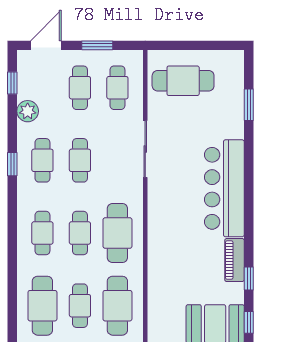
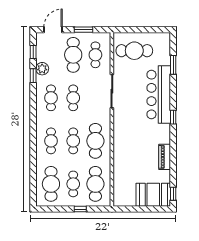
cafe table: (80, 88) -> (73, 55), width x1.37, depth x1.35
window: (12, 164) -> (33, 76), moved
bar counter: (224, 188) -> (159, 95), moved
window: (249, 279) -> (173, 117), moved

